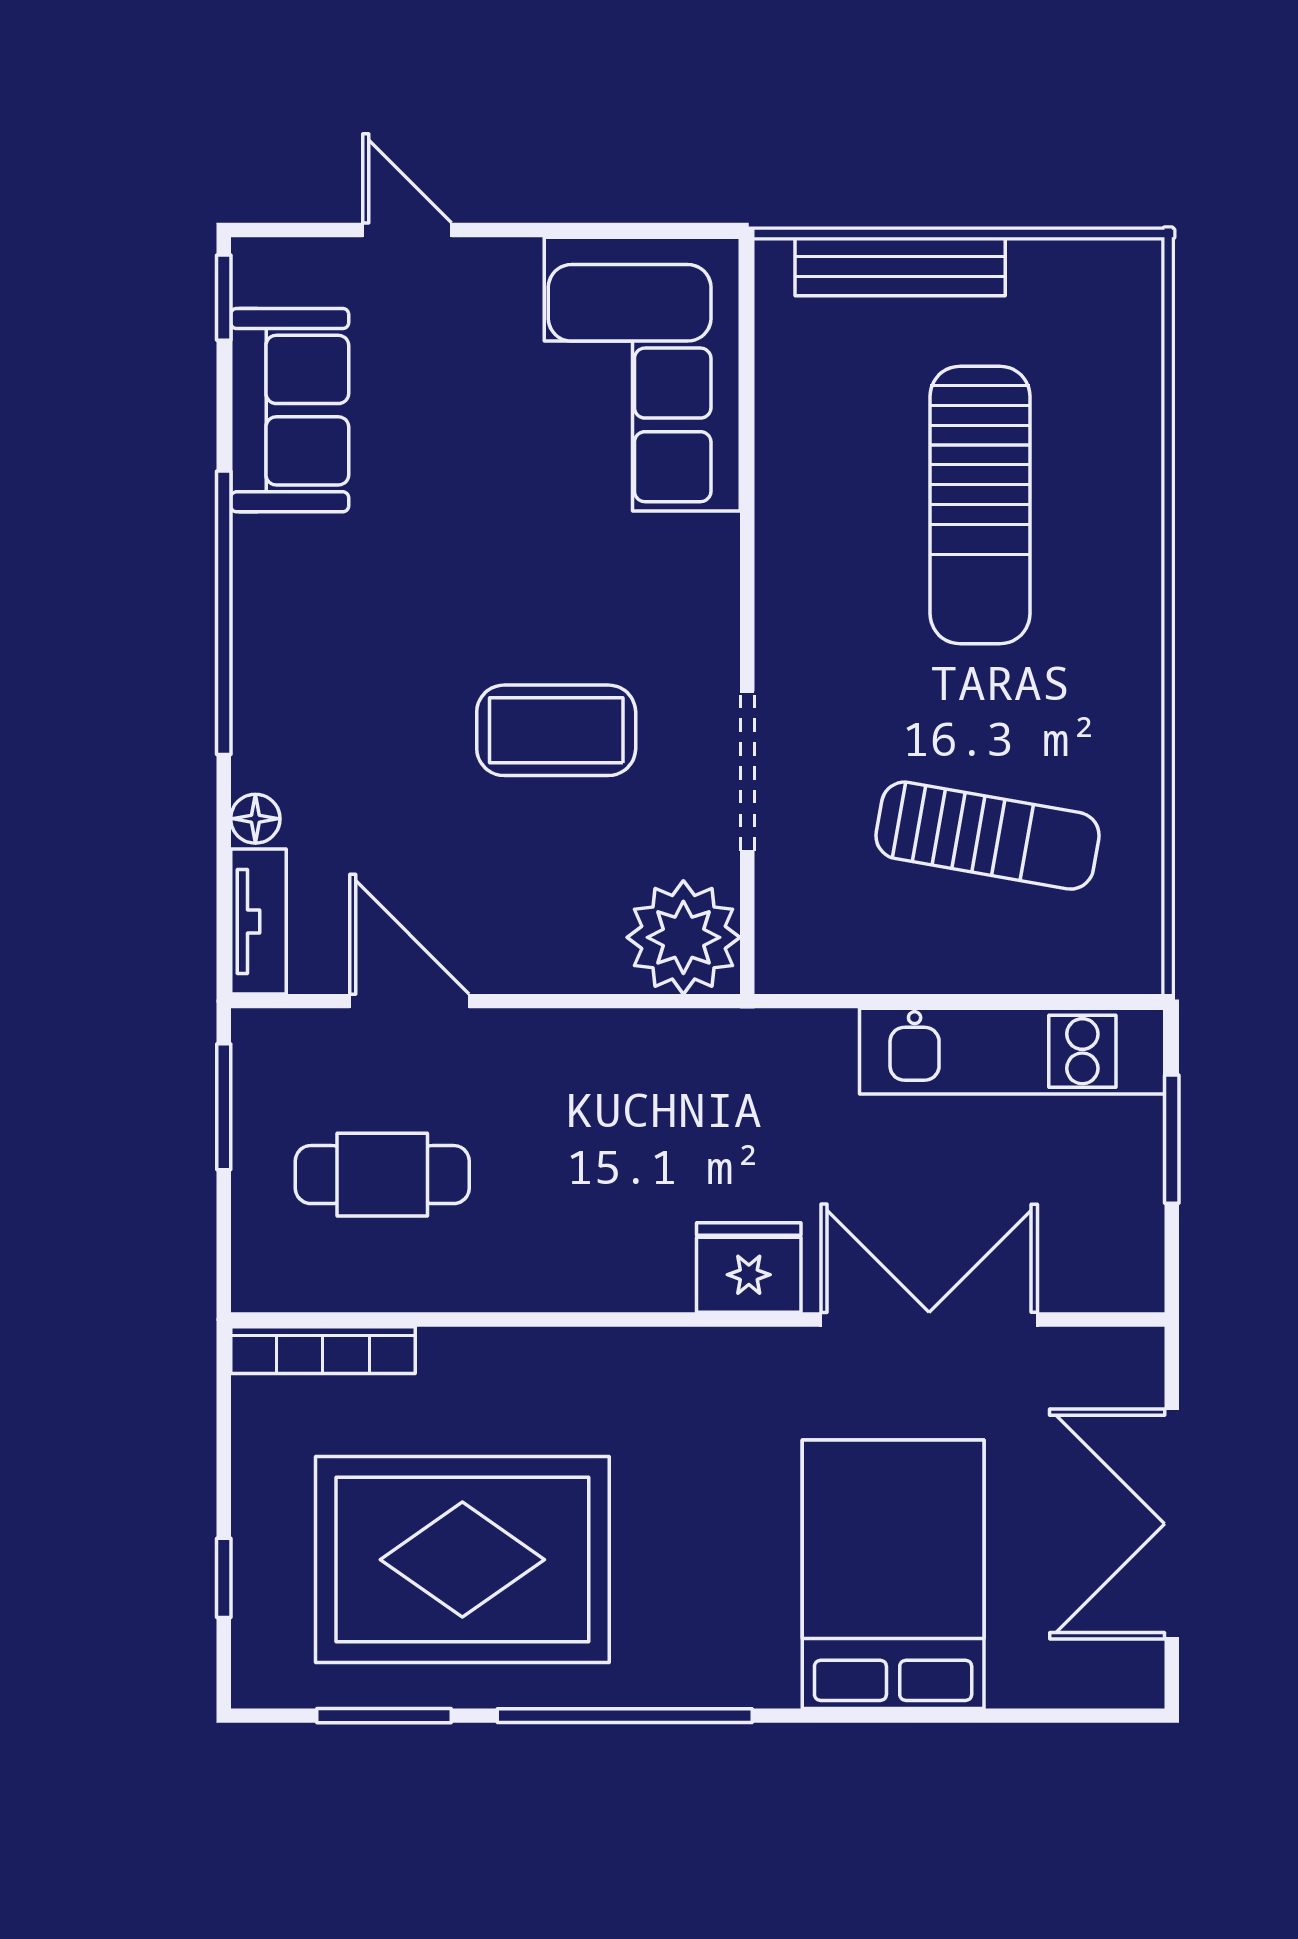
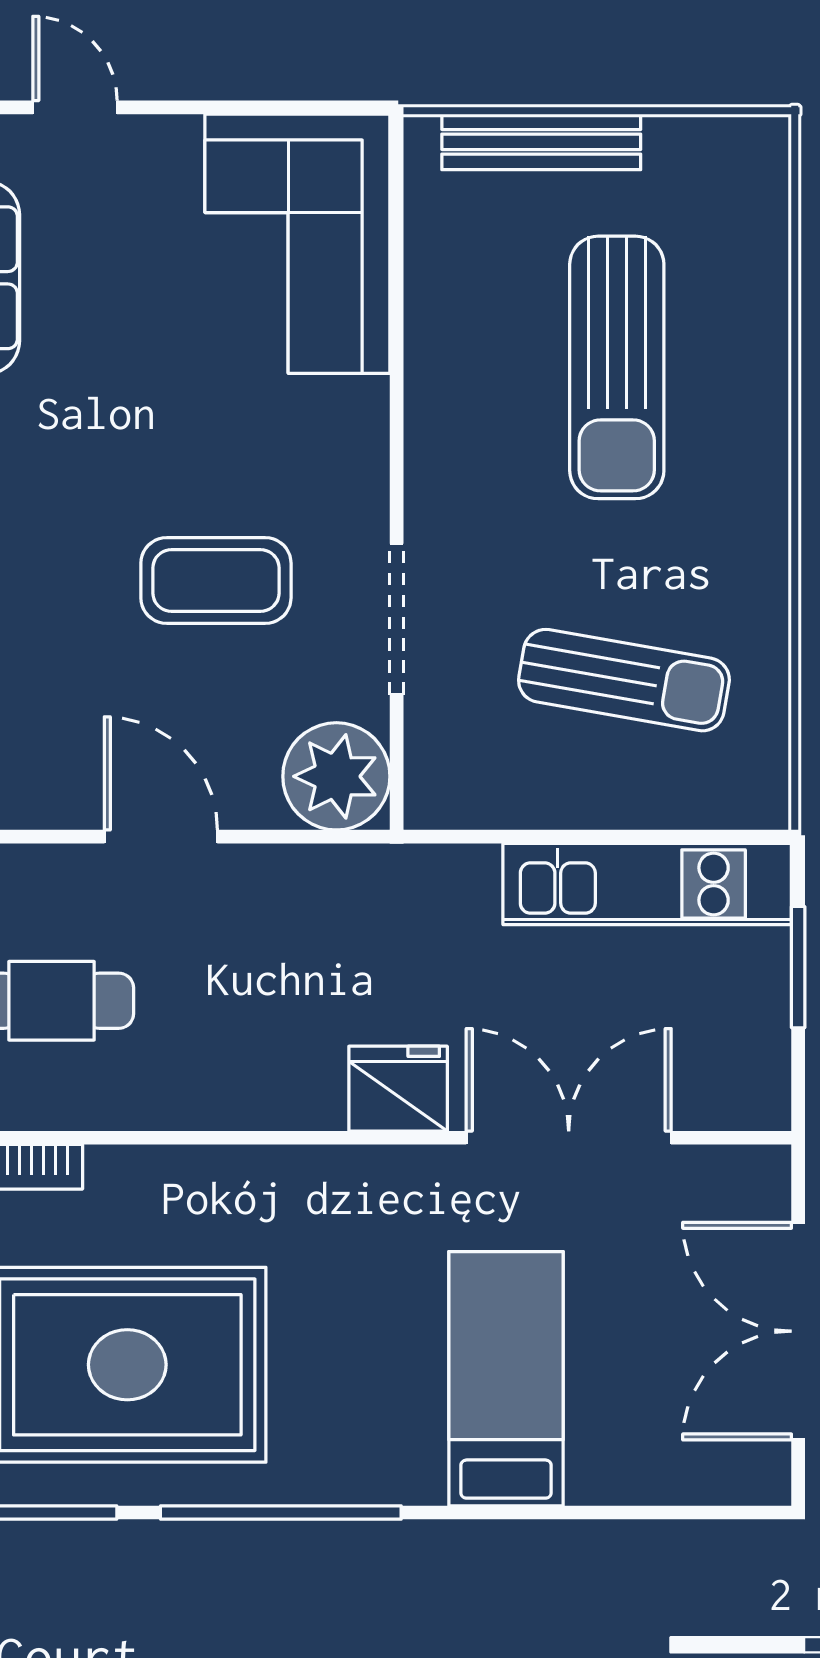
door: (409, 1001) -> (161, 837), moved
bed: (893, 1574) -> (506, 1379), width x0.67

